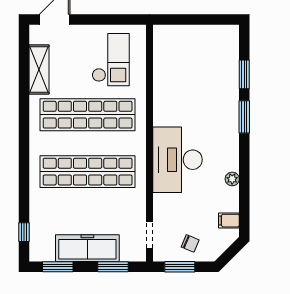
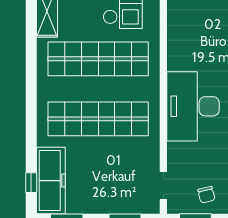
chair: (190, 243) -> (206, 195), turned 53
freezer: (87, 248) -> (51, 181), moved, turned 90

